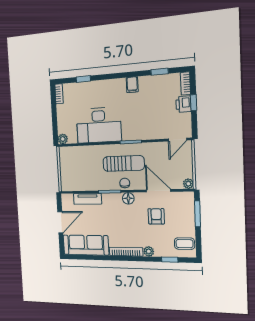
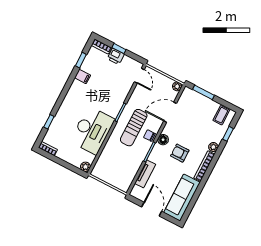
filing cabinet: (132, 85) -> (83, 76), moved
sun lounger: (124, 163) -> (134, 128), turned 180
armchair: (156, 216) -> (180, 153), moved

